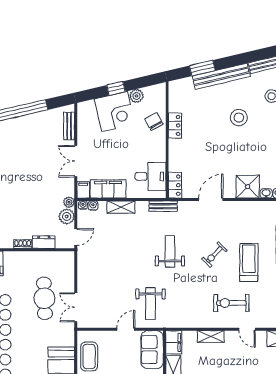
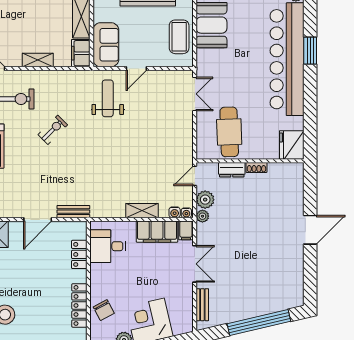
locker: (175, 125) -> (79, 305), width x1.53
locker: (175, 185) -> (79, 254), moved
bench: (163, 206) -> (73, 212), moved
weight bench: (170, 251) -> (85, 159), removed
exercise bike: (214, 255) -> (53, 130), moved
cafe table: (44, 298) -> (229, 132), moved

